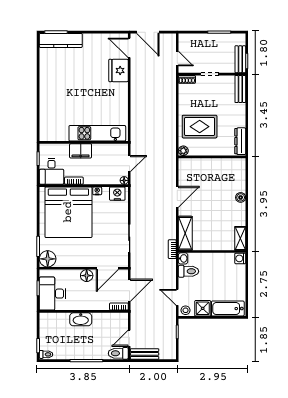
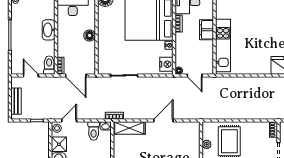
plant: (183, 151) -> (207, 144), moved
door: (177, 197) -> (163, 120), swing flipped
door: (107, 268) -> (96, 55), removed
toilet: (118, 353) -> (49, 65), moved
bench: (145, 354) -> (16, 101), moved

